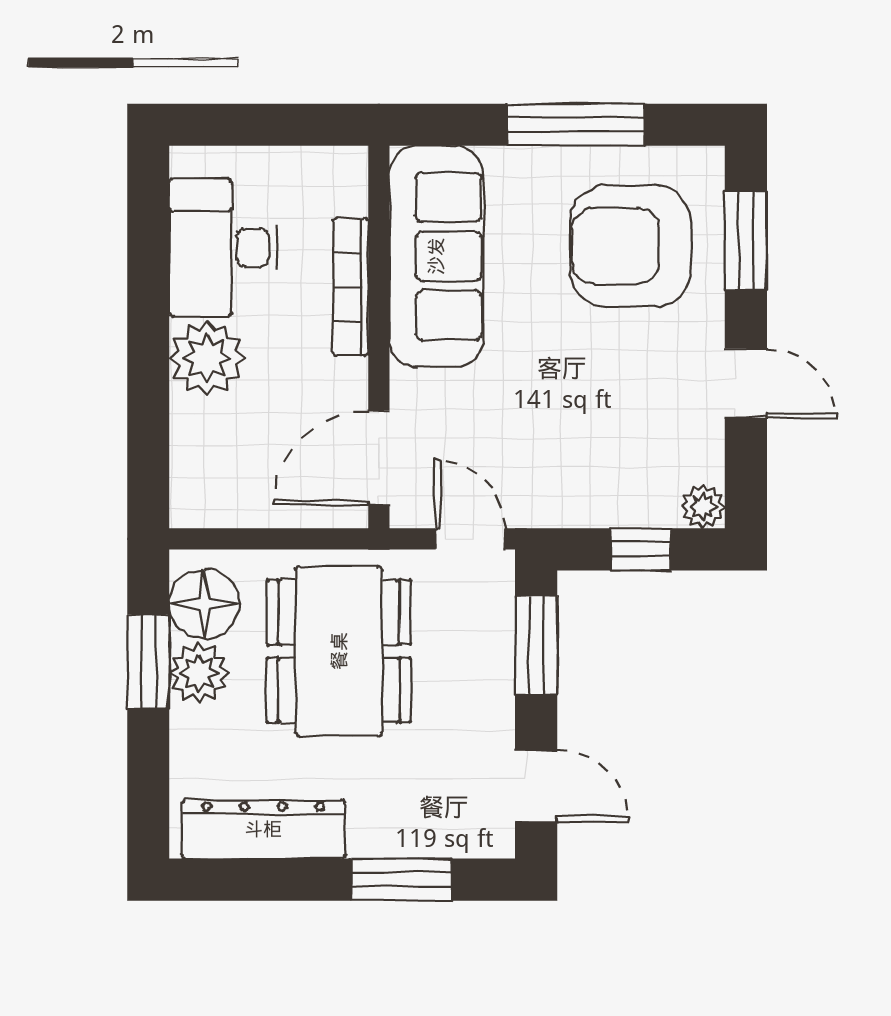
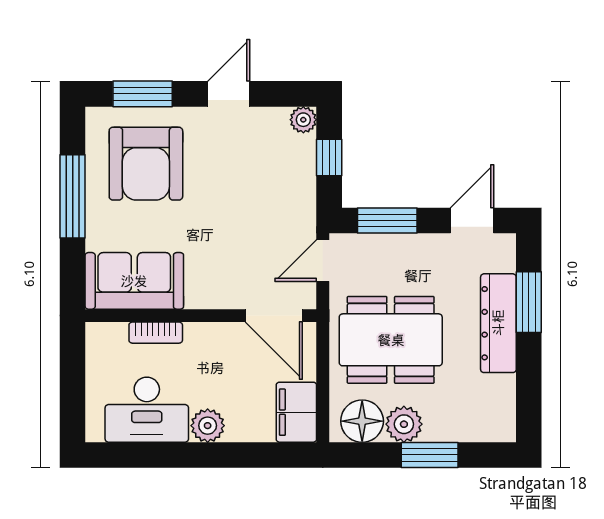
sofa: (436, 256) -> (134, 281), width x0.73
bookcase: (351, 287) -> (156, 333), width x0.64
plant: (207, 358) -> (208, 426), width x0.73, depth x0.73
filing cabinet: (219, 495) -> (296, 412), added
window: (148, 661) -> (430, 455), moved
dresser: (263, 829) -> (498, 323), moved

